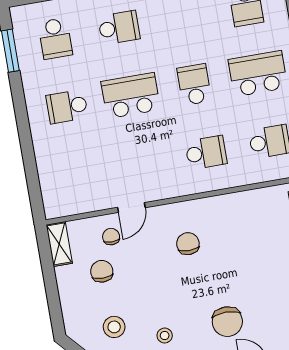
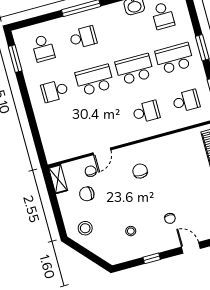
school desk: (194, 85) -> (135, 69), width x1.85
chair: (102, 271) -> (87, 194), turned -90
chair: (227, 322) -> (170, 218), width x0.54, depth x0.54
stool: (114, 327) -> (85, 228), moved

